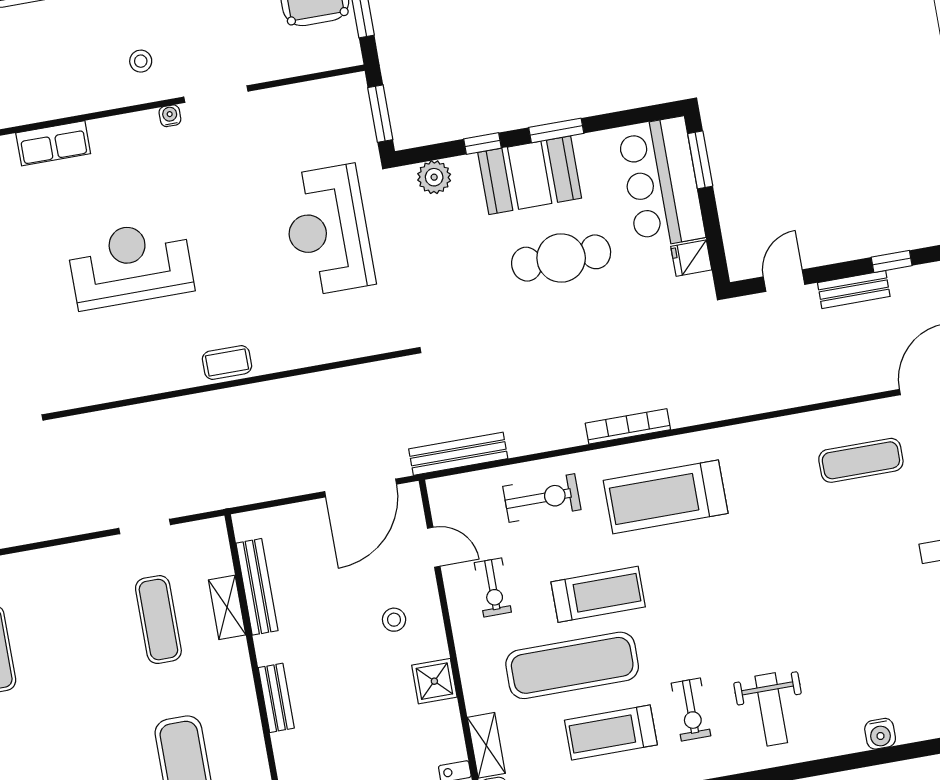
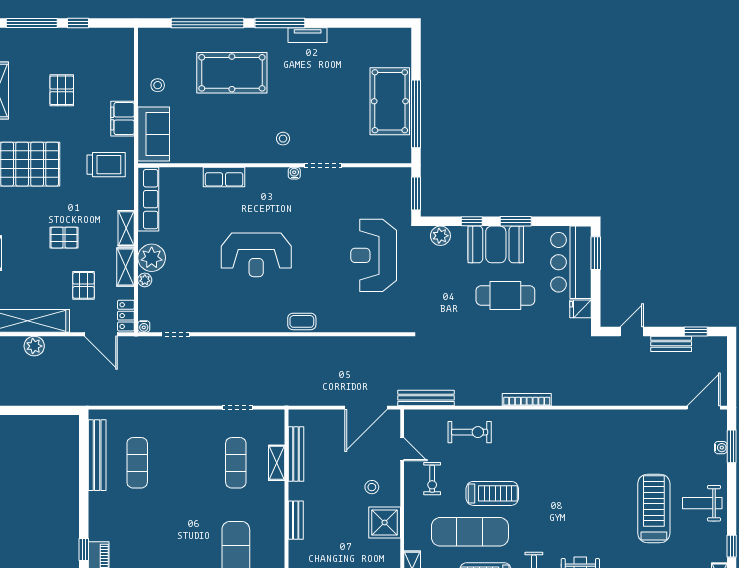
reception desk: (130, 264) -> (256, 255), turned 180
exercise mat: (861, 460) -> (658, 443), removed
treadmill: (666, 497) -> (654, 508), moved, turned 90
shower: (434, 681) -> (385, 522), width x1.36, depth x1.36

